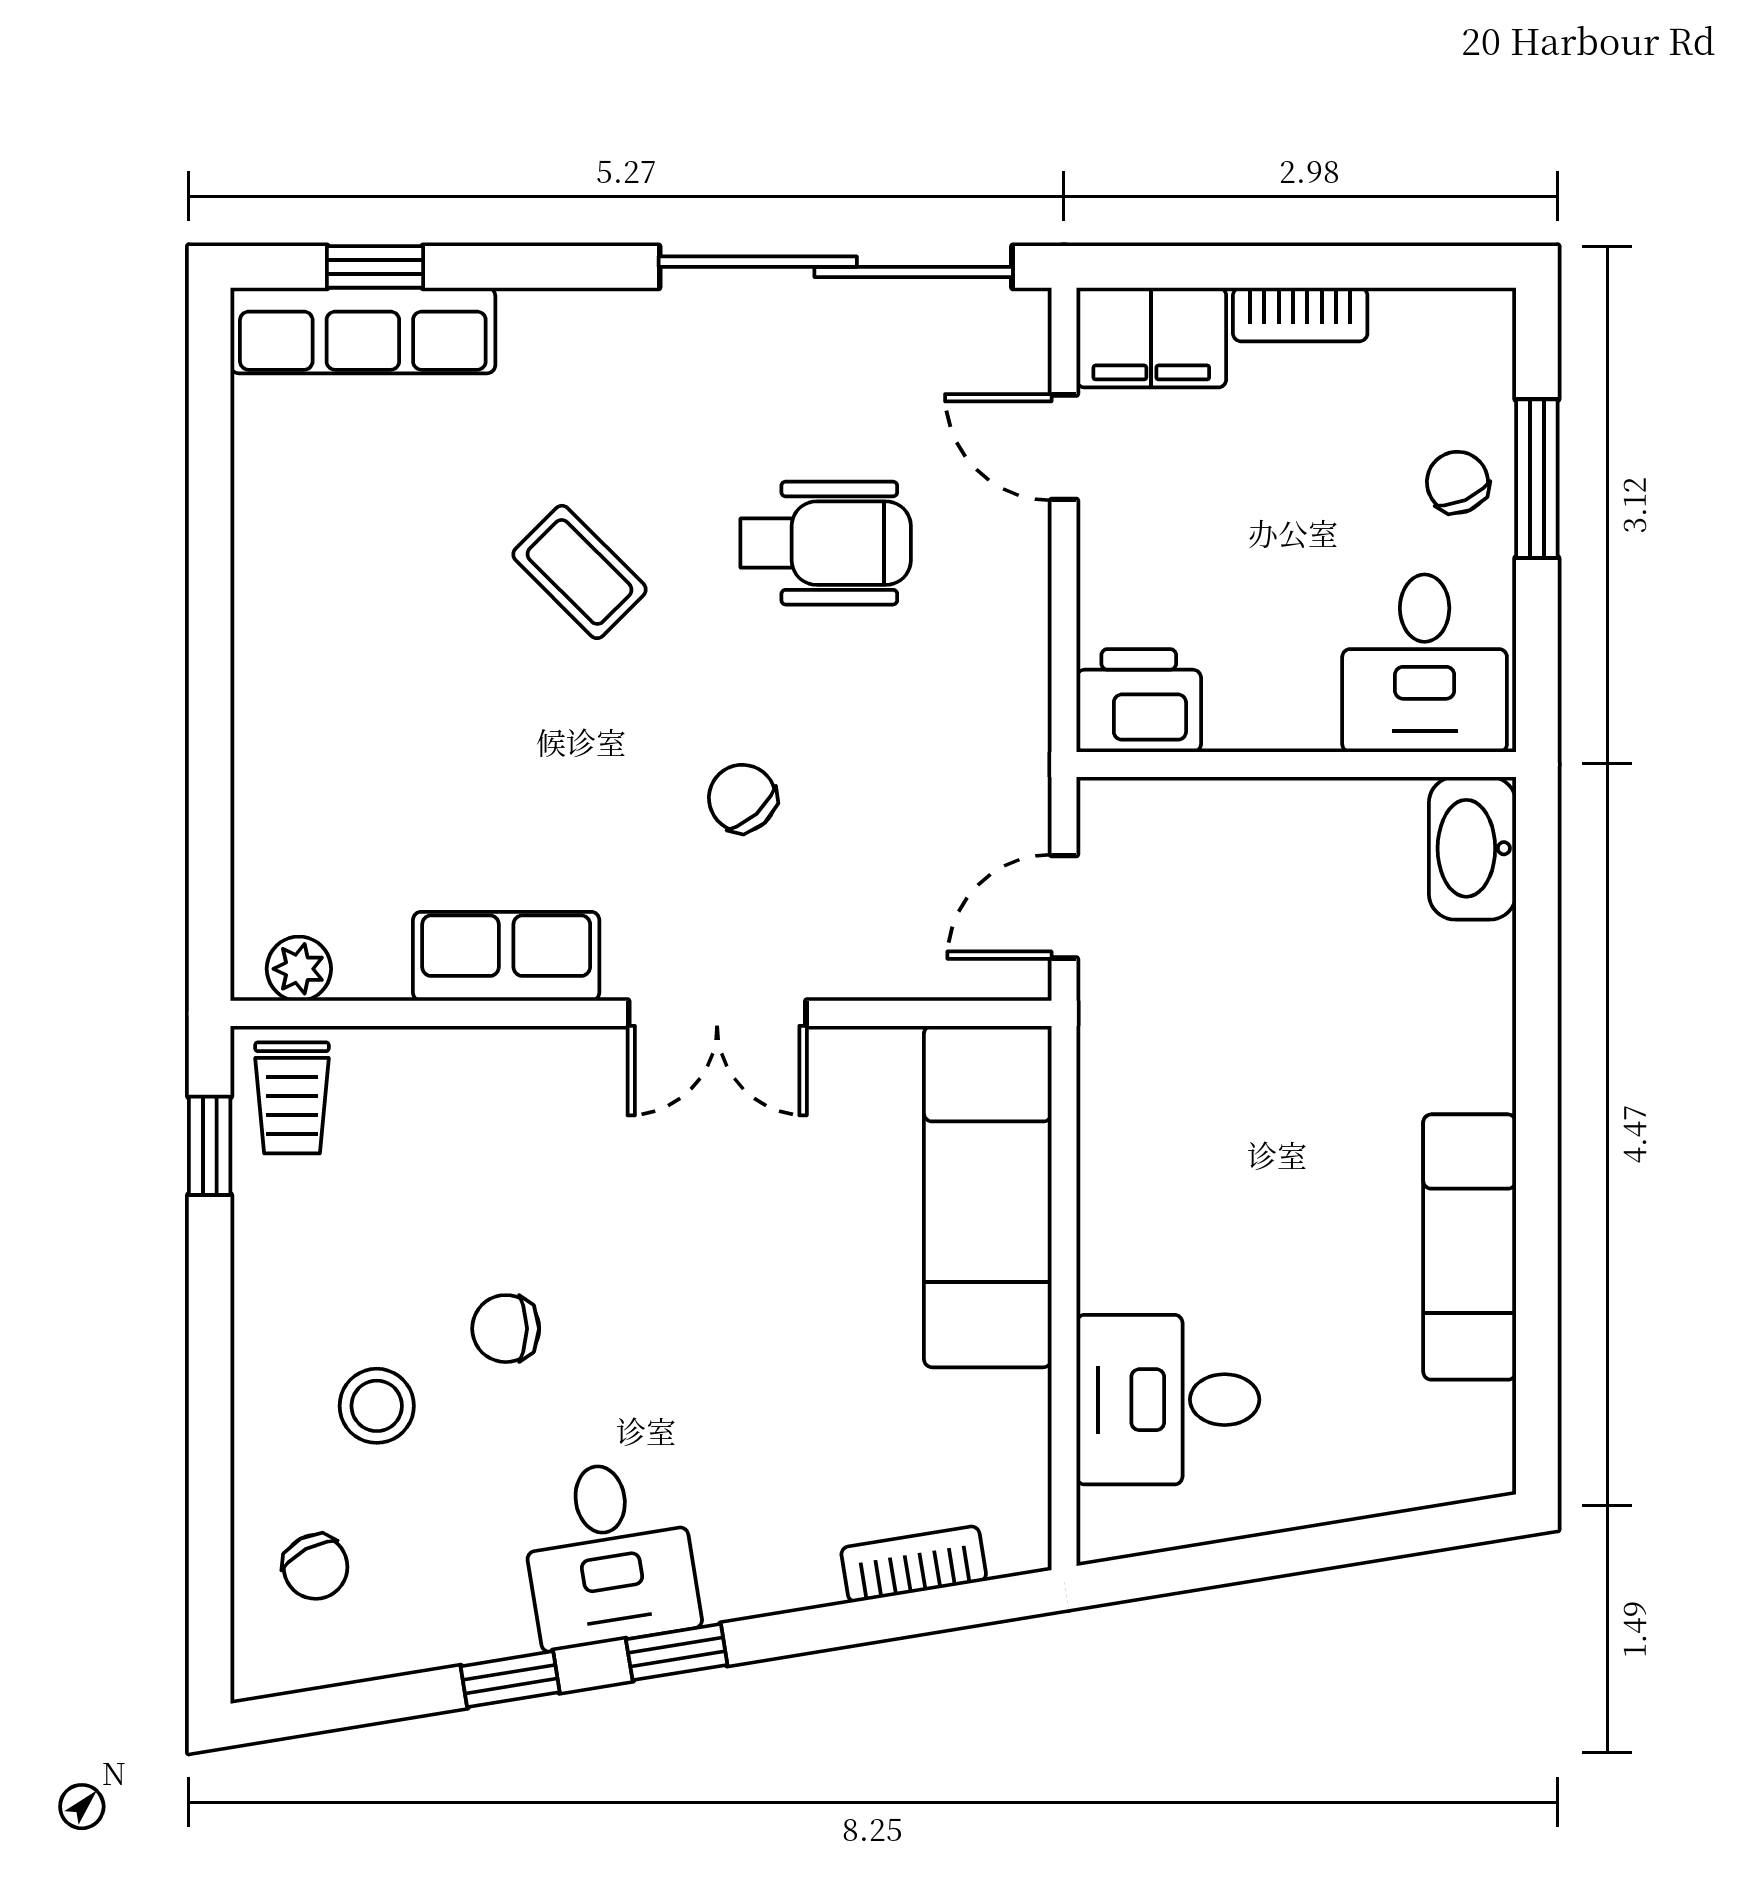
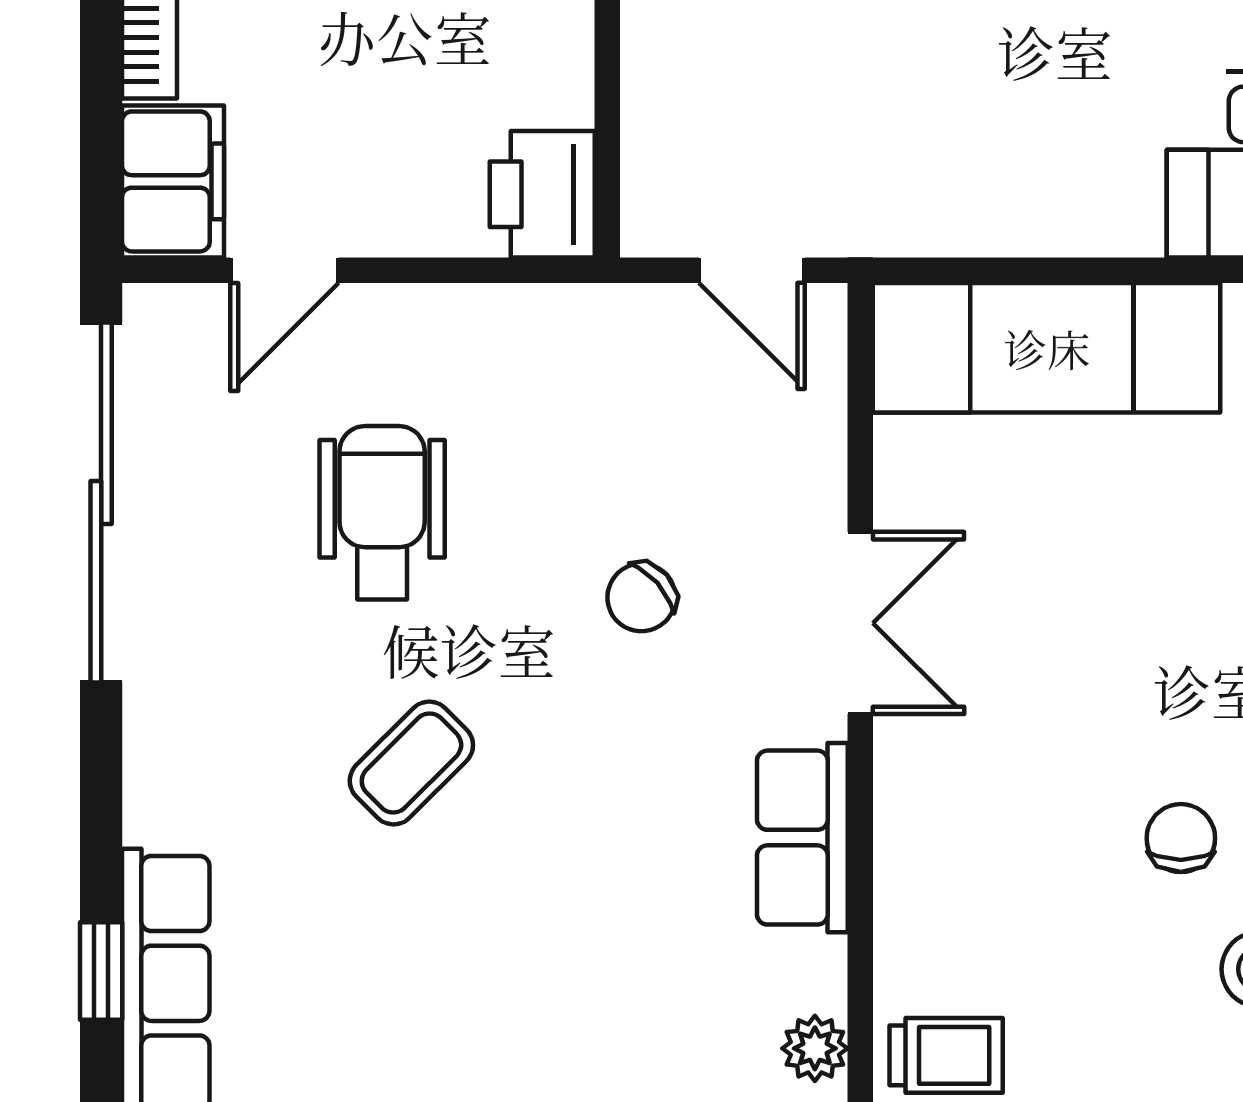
chair: (506, 1329) -> (1181, 838), turned 180

